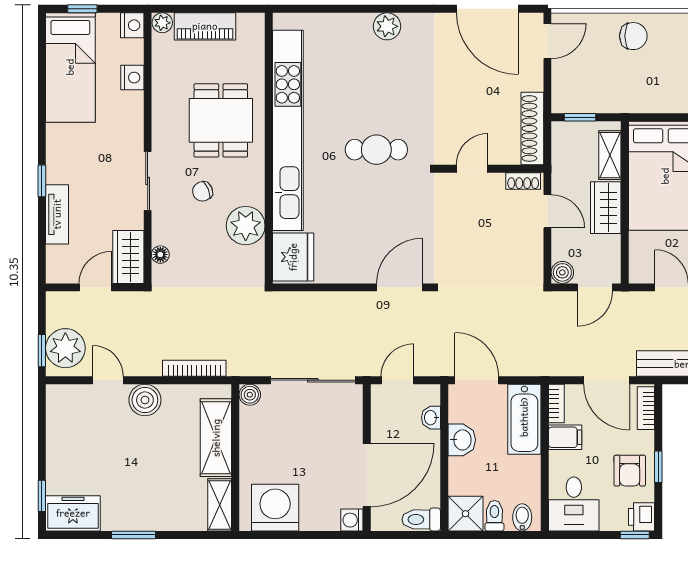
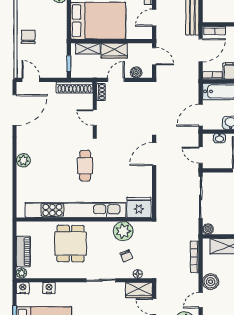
dining table: (221, 120) -> (70, 244), turned 90
chair: (203, 191) -> (126, 256), moved
boiler: (562, 272) -> (136, 72), moved
door: (399, 287) -> (154, 154), hinge flipped

